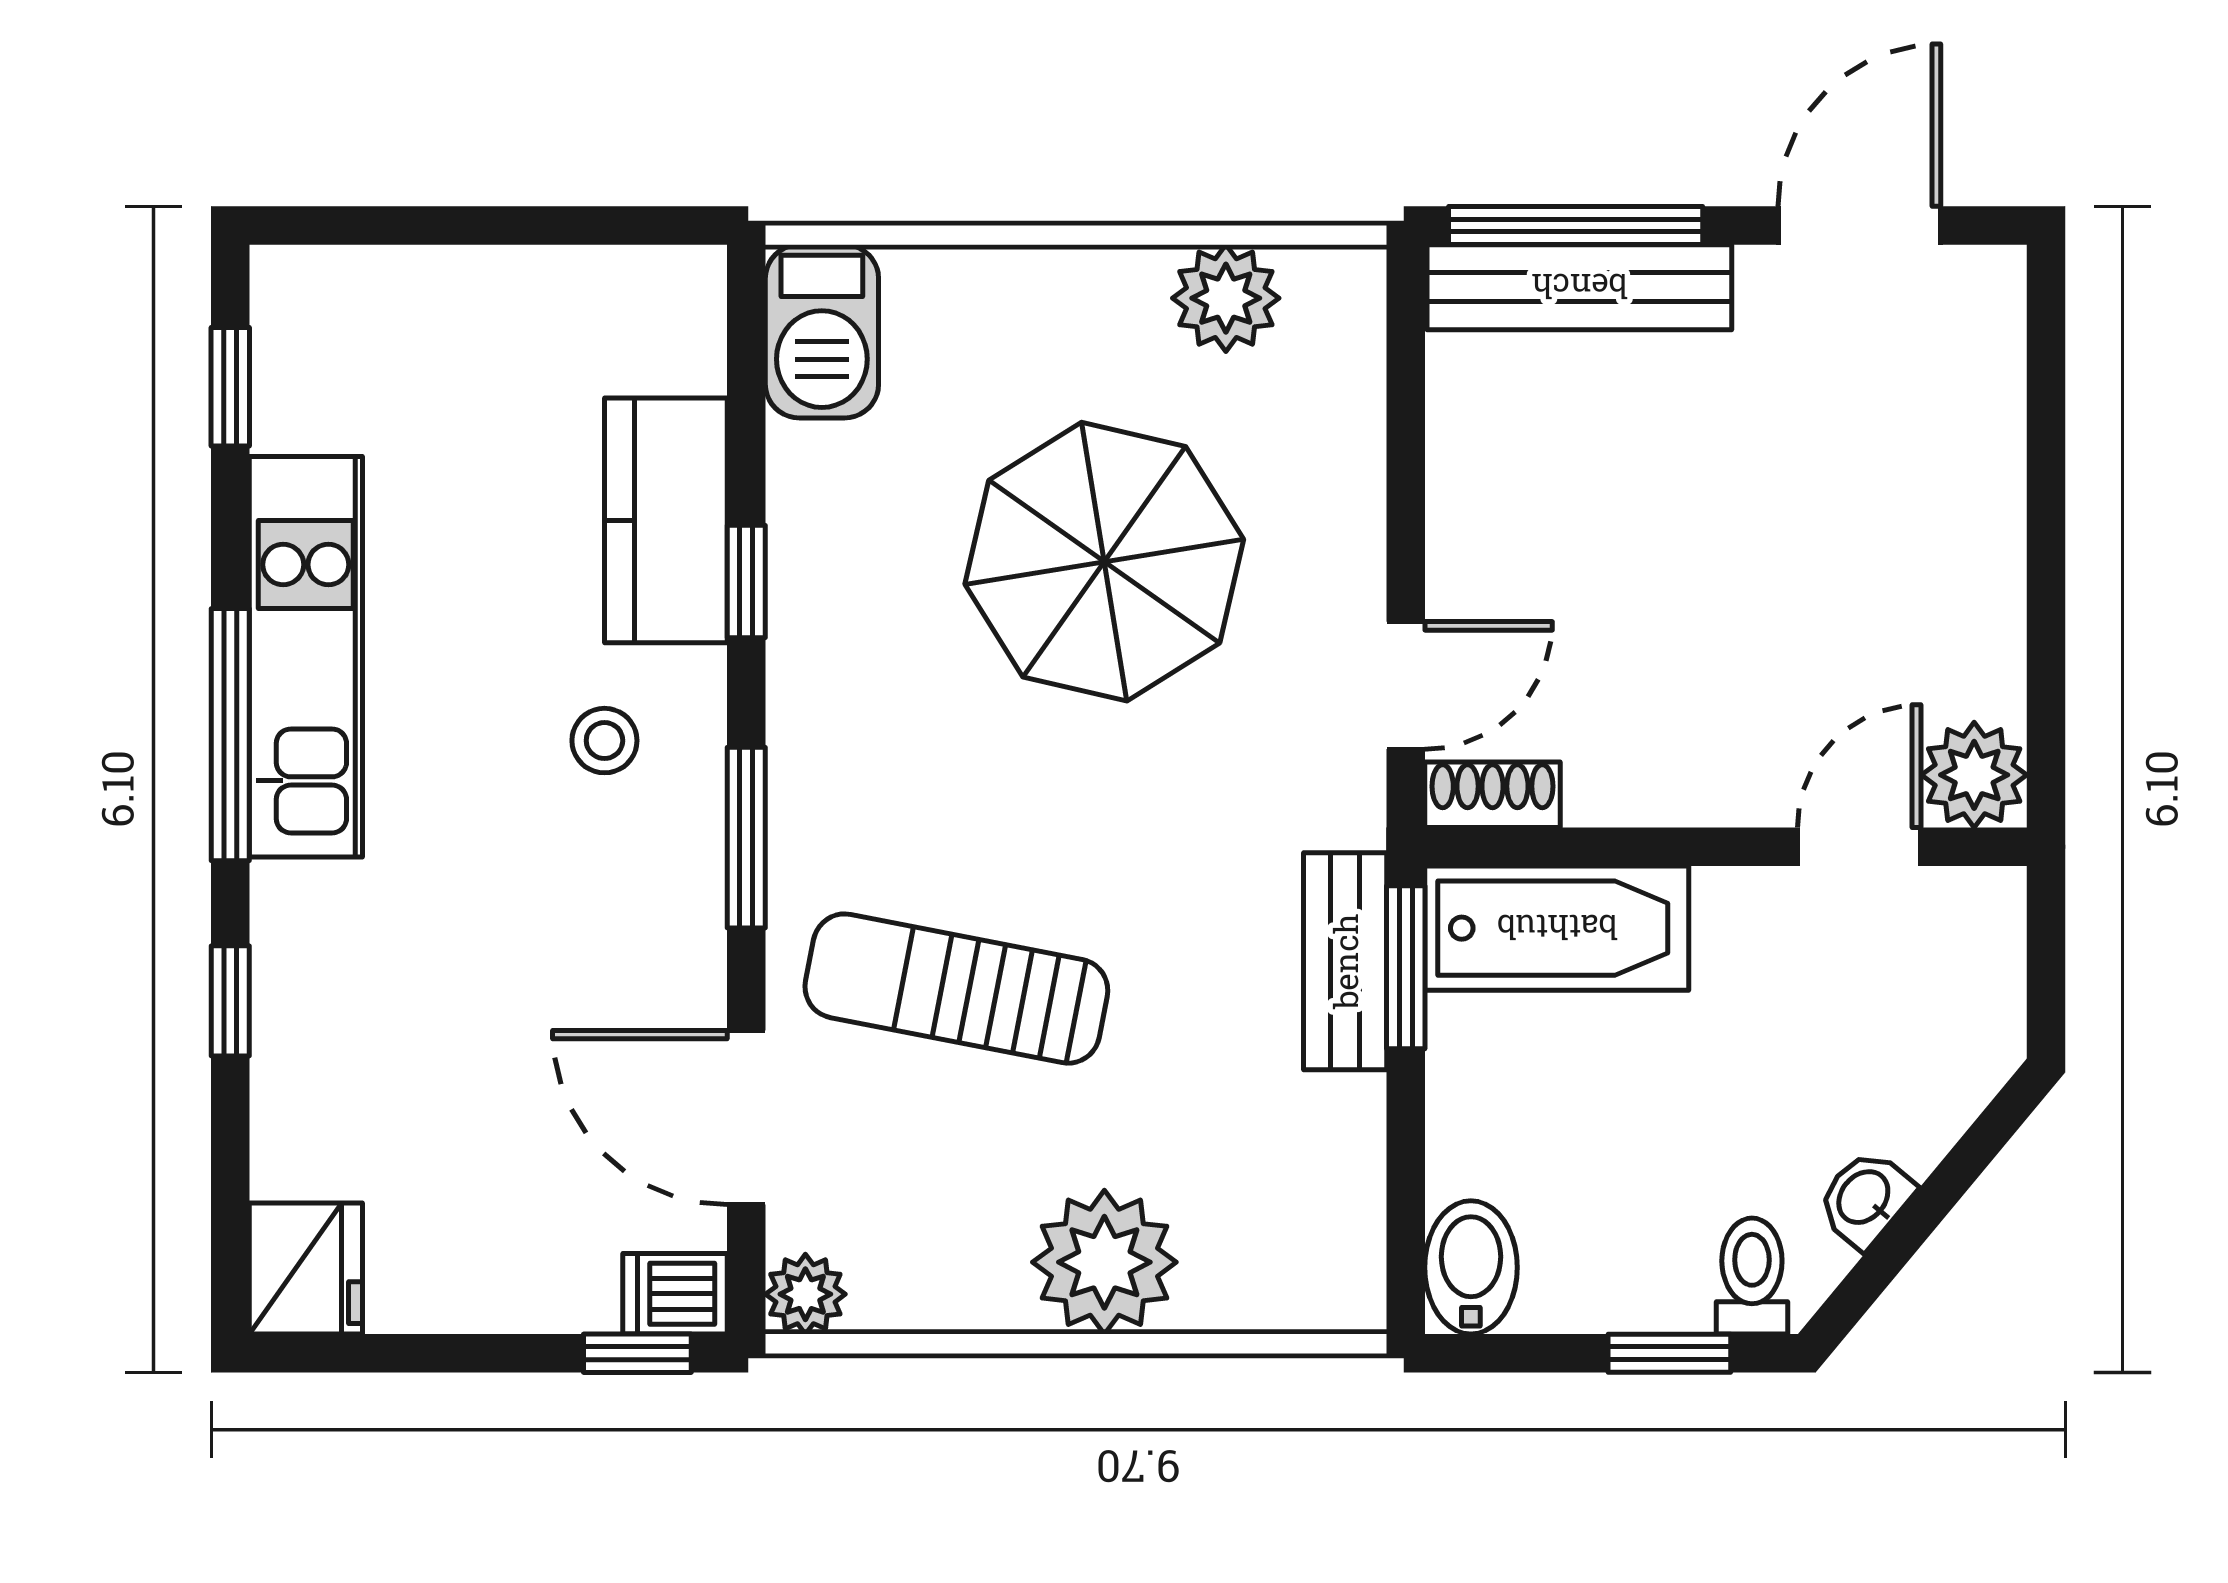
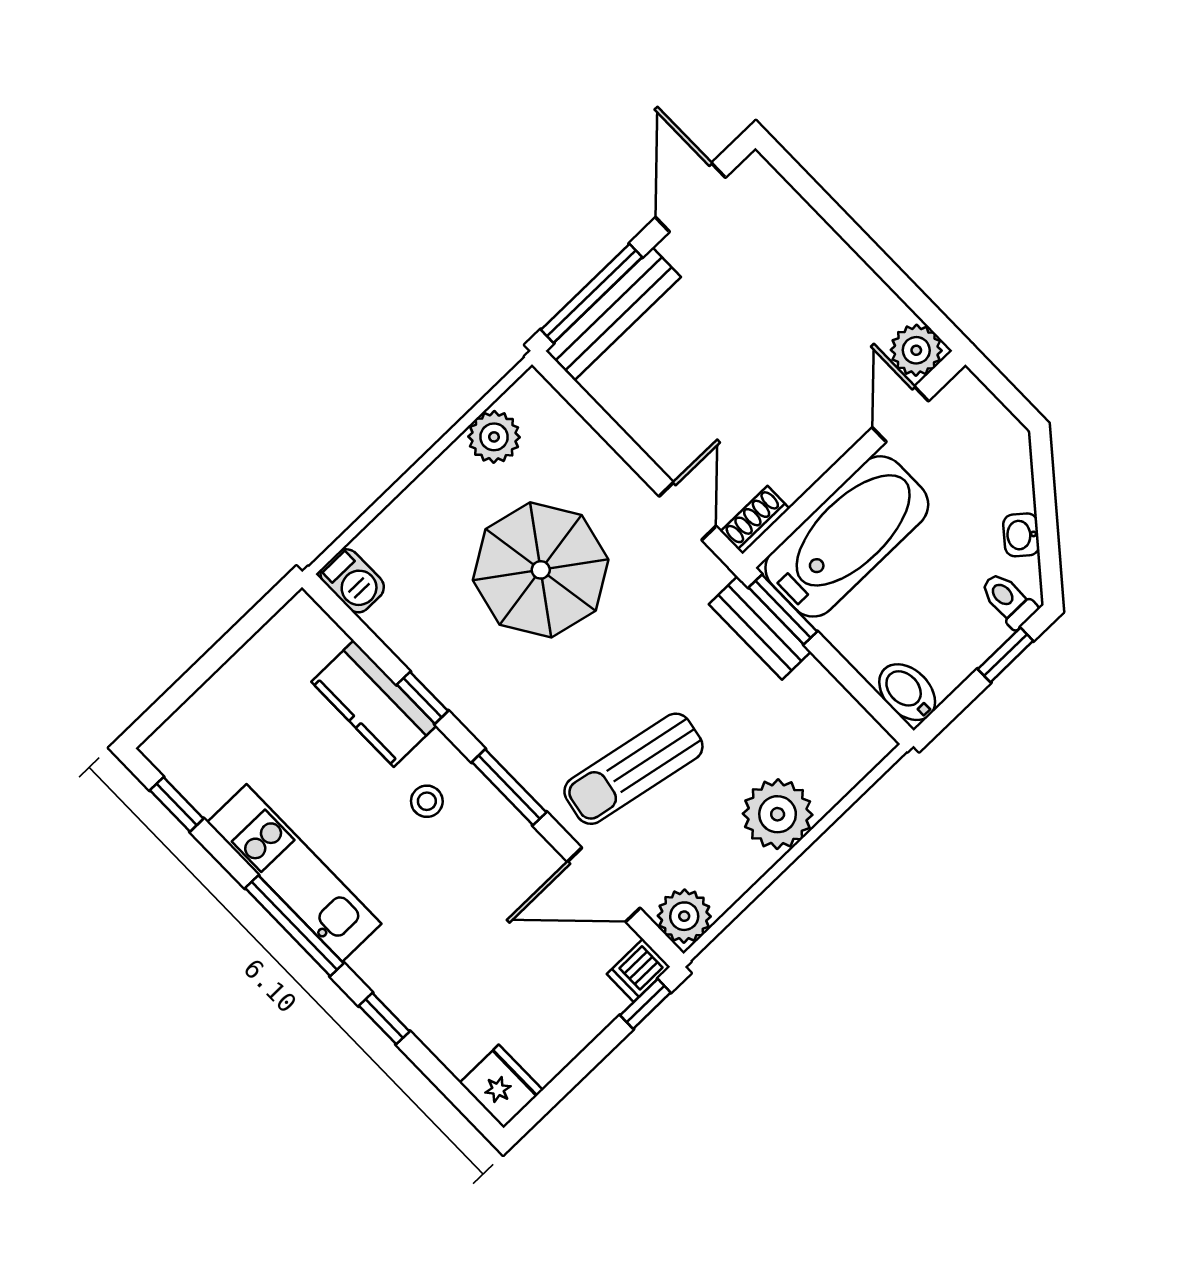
barbecue: (822, 331) -> (352, 581), width x0.73, depth x0.79
bathtub: (1557, 928) -> (847, 536), width x1.36, depth x1.36
plant: (805, 1294) -> (684, 916), width x1.38, depth x1.38

